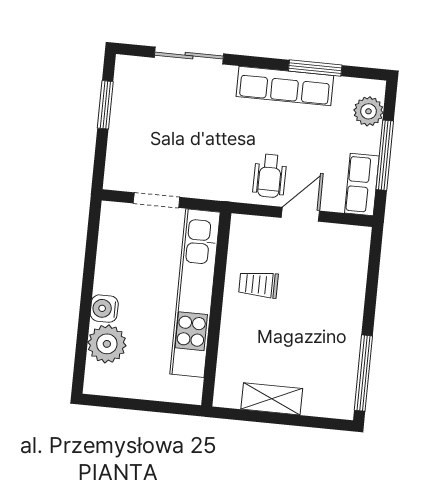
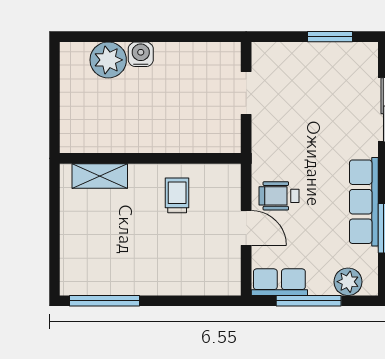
kitchen unit: (195, 293) -> (163, 137), removed
shelving: (272, 399) -> (100, 176), moved, turned 90

